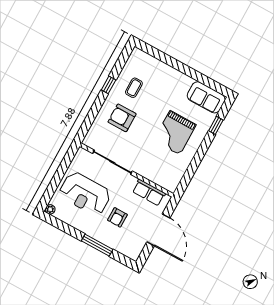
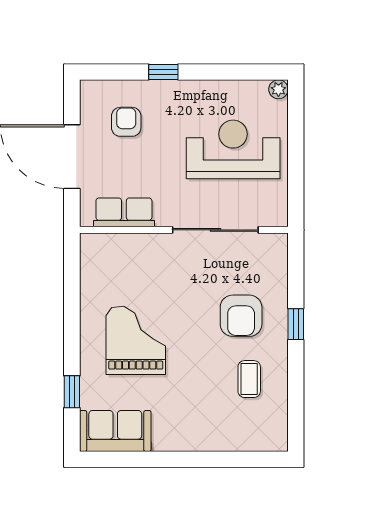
window: (109, 85) -> (296, 324), moved
armchair: (122, 118) -> (241, 316), turned 90
armchair: (117, 217) -> (126, 122), moved
window: (97, 245) -> (163, 72), width x0.46

